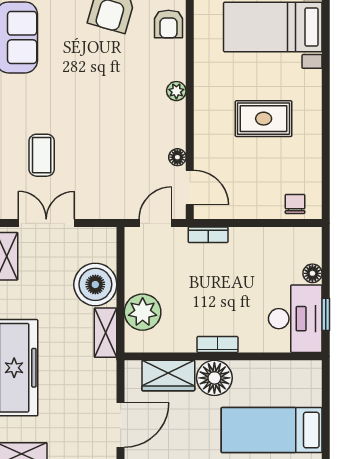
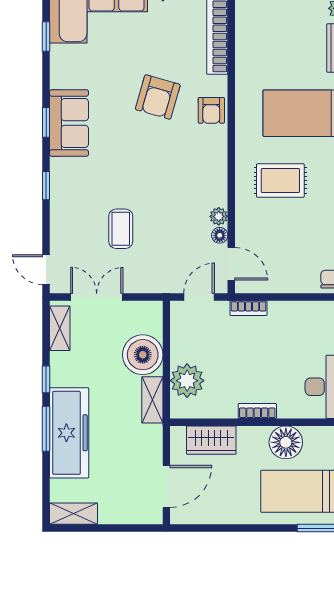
plant: (176, 91) -> (219, 216), moved
rug: (264, 119) -> (280, 180), moved
coffee table: (42, 155) -> (121, 229), moved
floor lamp: (214, 378) -> (286, 442), moved

